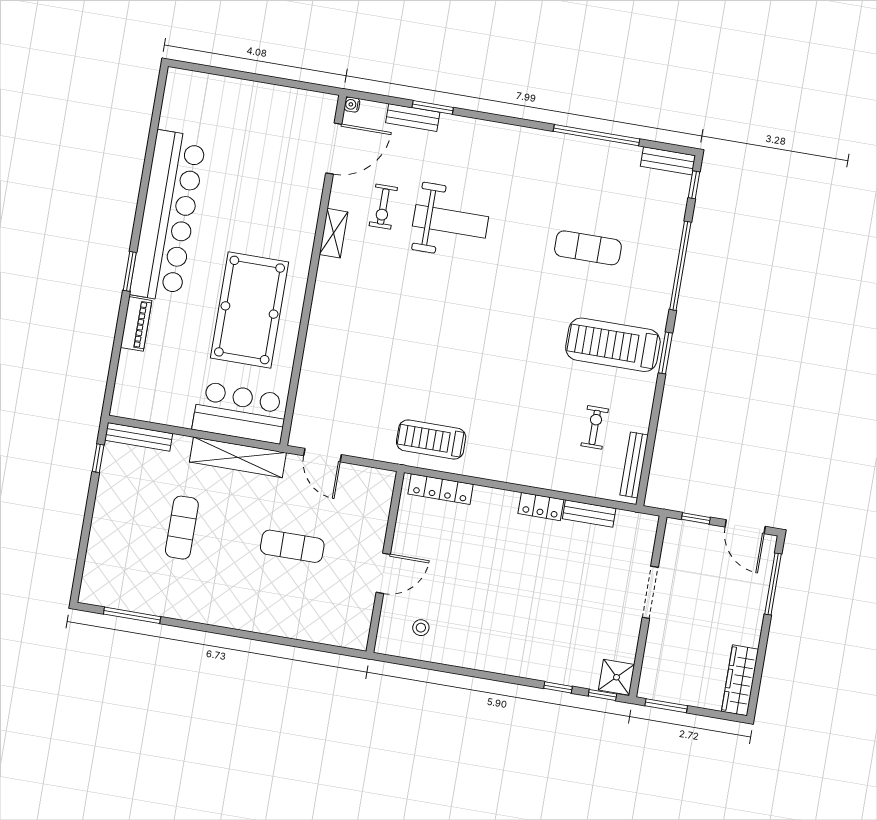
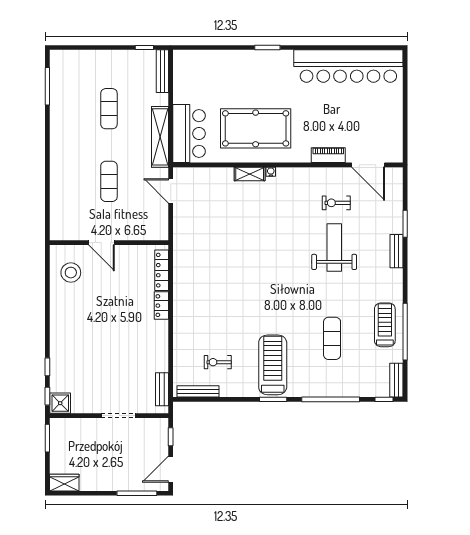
water cooler: (352, 105) -> (271, 172), moved
bench: (413, 118) -> (397, 251), moved
bar counter: (168, 216) -> (348, 66), moved
weight bench: (451, 221) -> (334, 248), turned 180
shelving: (334, 233) -> (250, 174), moved
piano: (136, 324) -> (328, 155), moved, turned 180
exercise bike: (595, 427) -> (218, 362), turned 180
treadmill: (431, 440) -> (385, 325), moved
door: (323, 455) -> (171, 191), hinge flipped
locker: (541, 507) -> (161, 306), moved
bench: (589, 514) -> (162, 389), moved
exercise mat: (182, 528) -> (109, 109), turned 90
stool: (421, 628) -> (71, 273), width x1.89, depth x1.89
wardrobe: (740, 680) -> (64, 483), width x0.67

